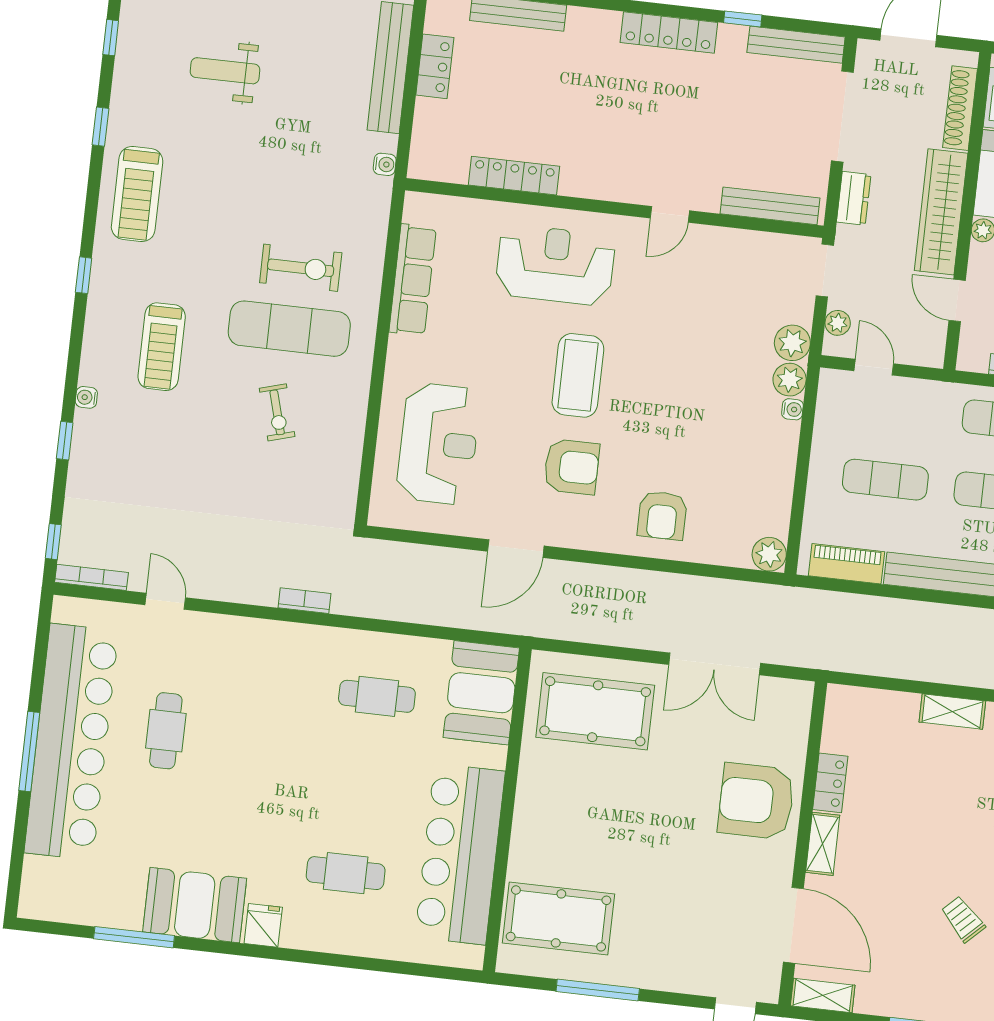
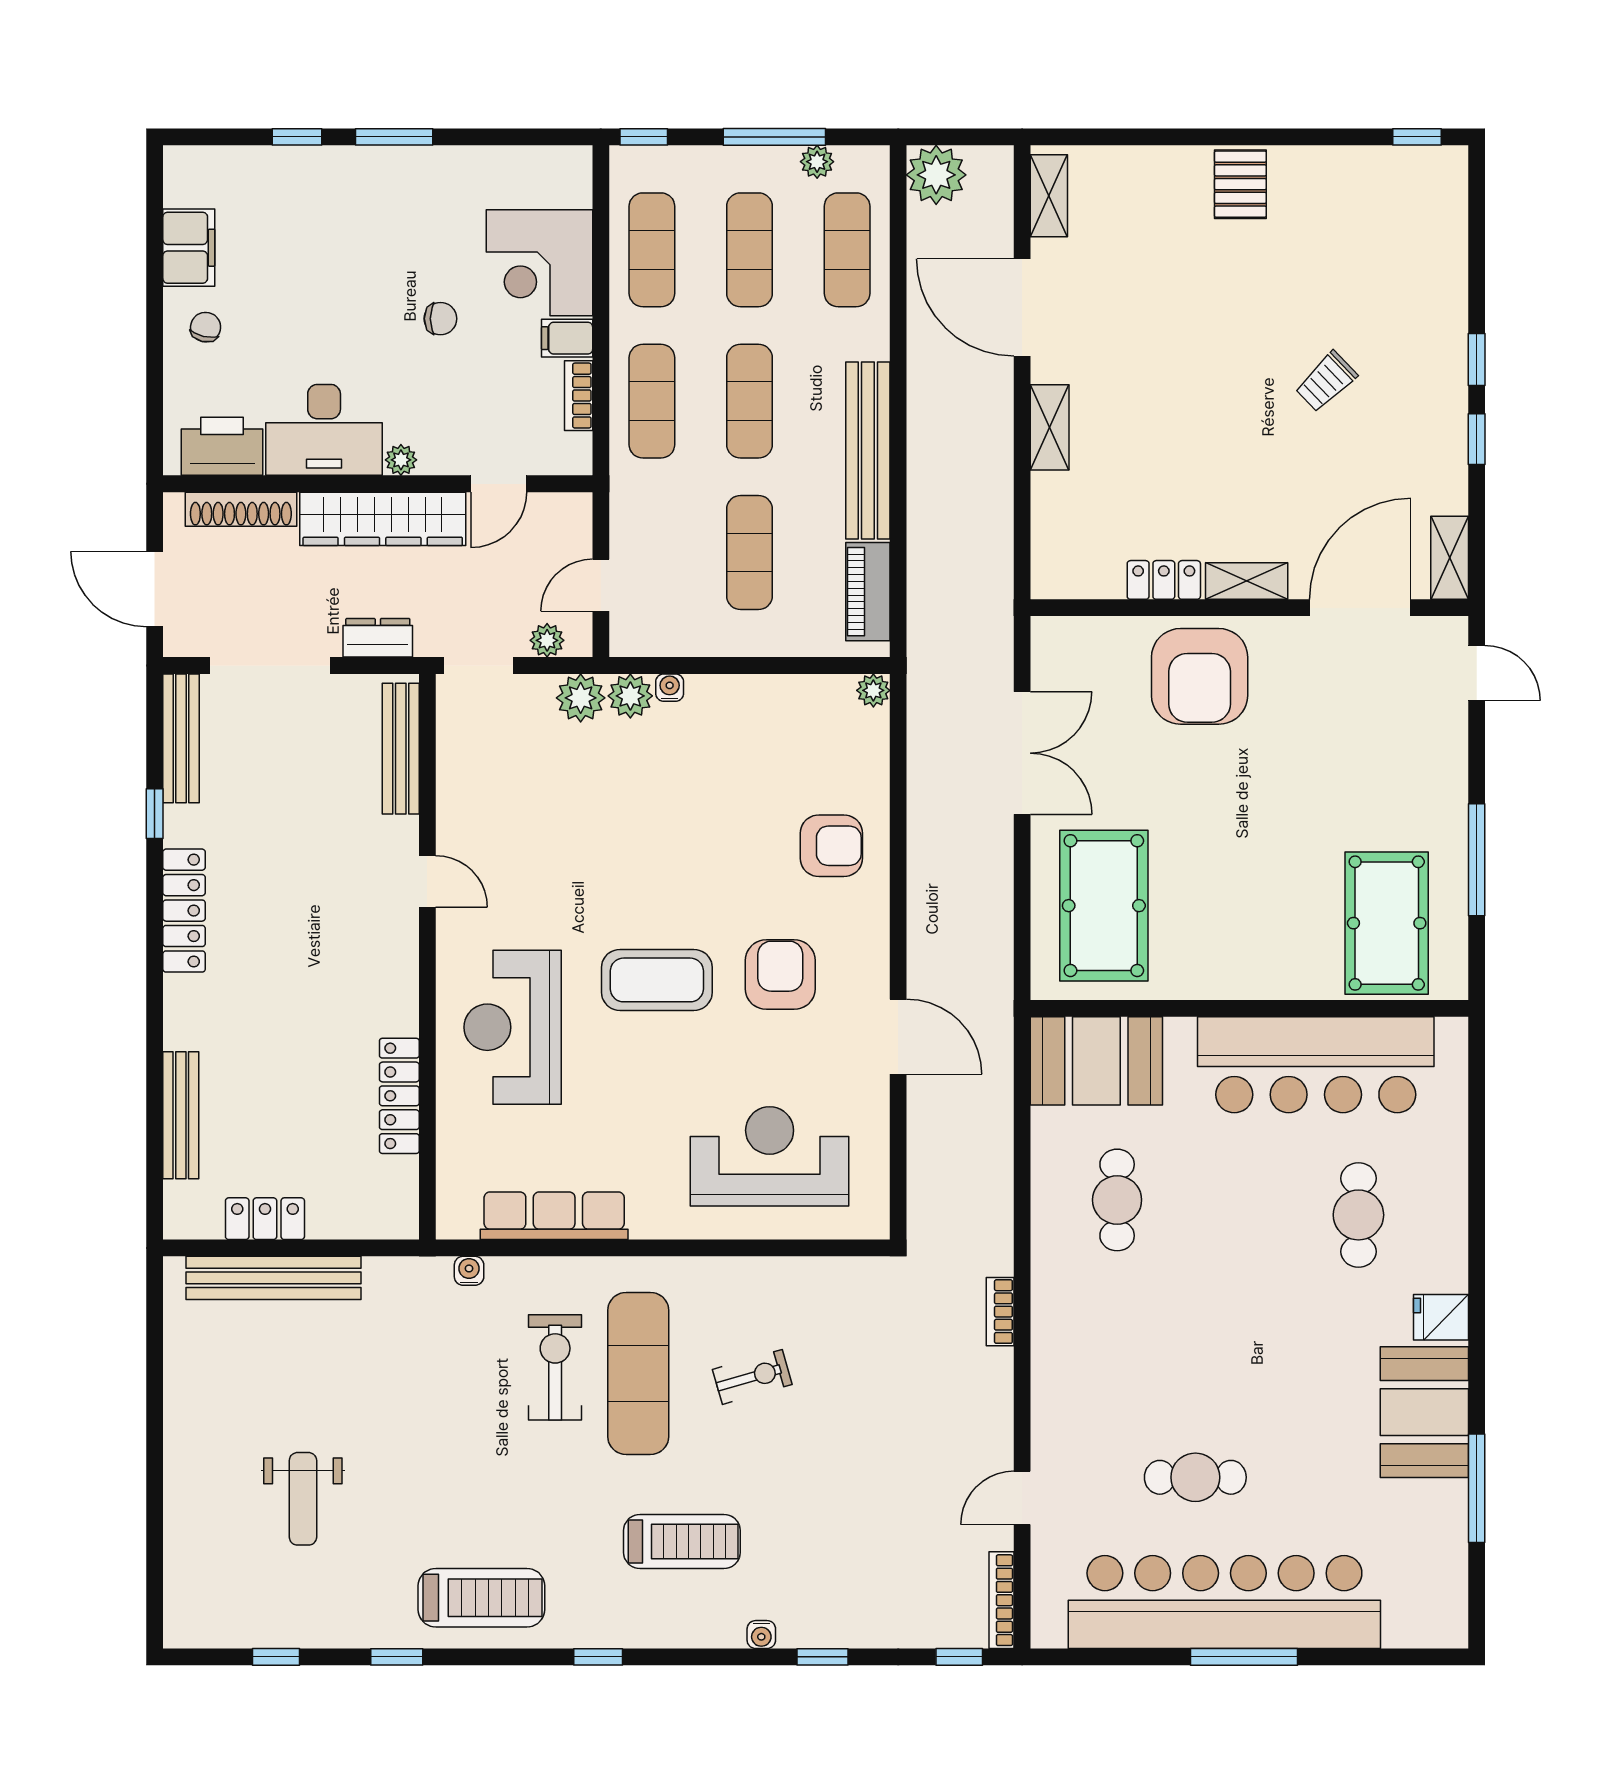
water cooler: (385, 164) -> (469, 1271), moved
plant: (769, 554) -> (873, 690), width x0.73, depth x0.73

